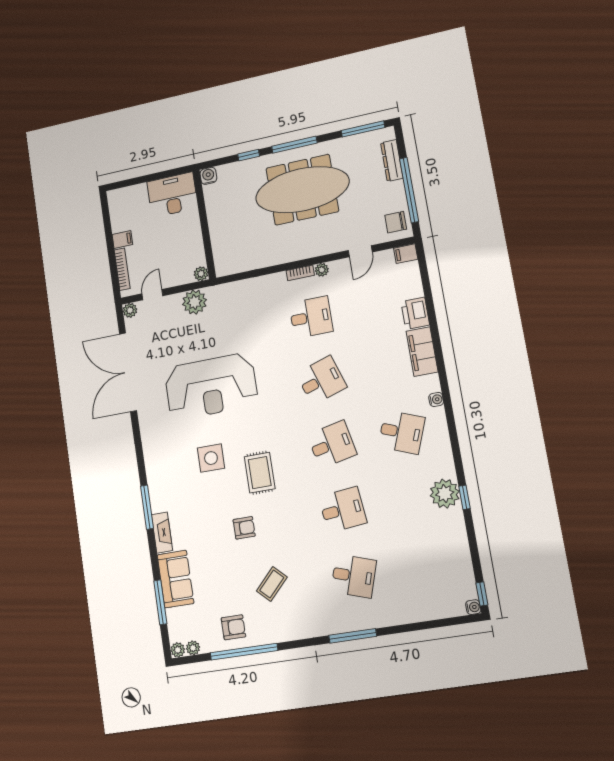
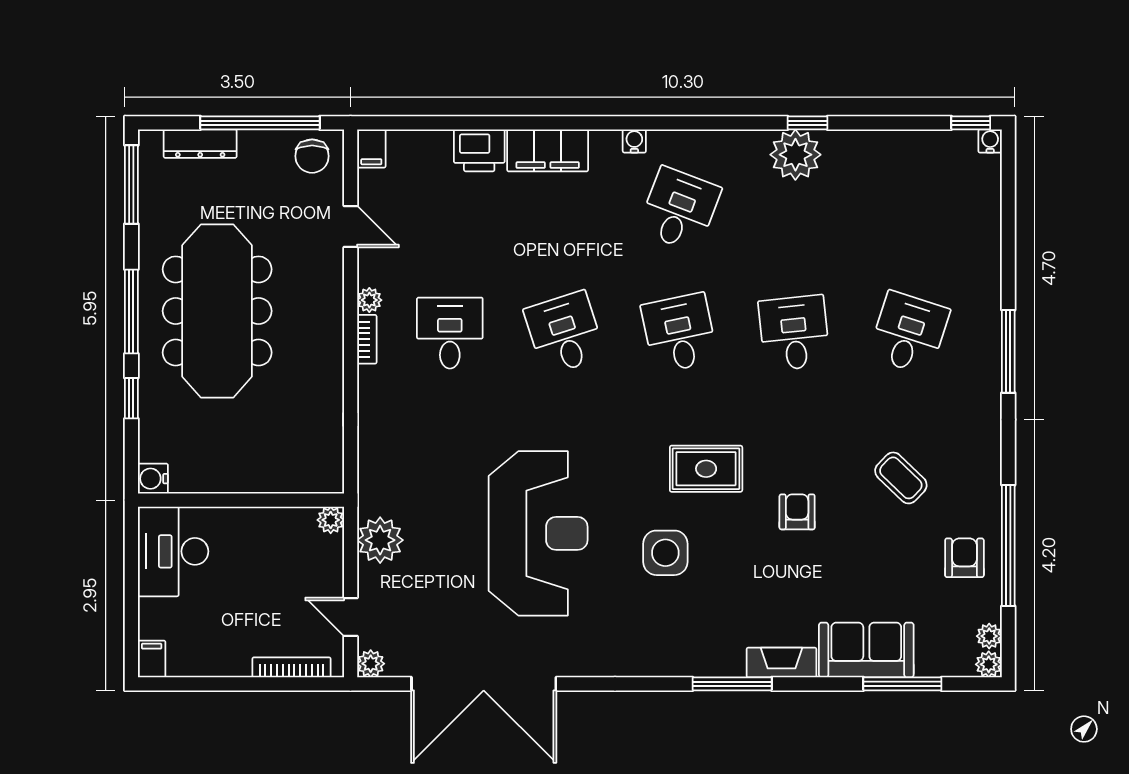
filing cabinet: (122, 239) -> (152, 659), moved

